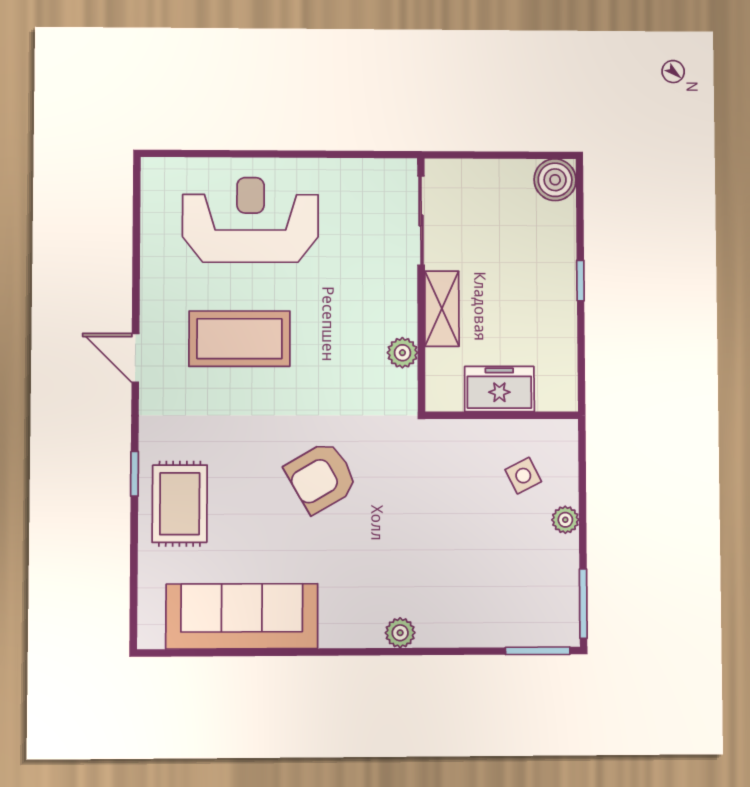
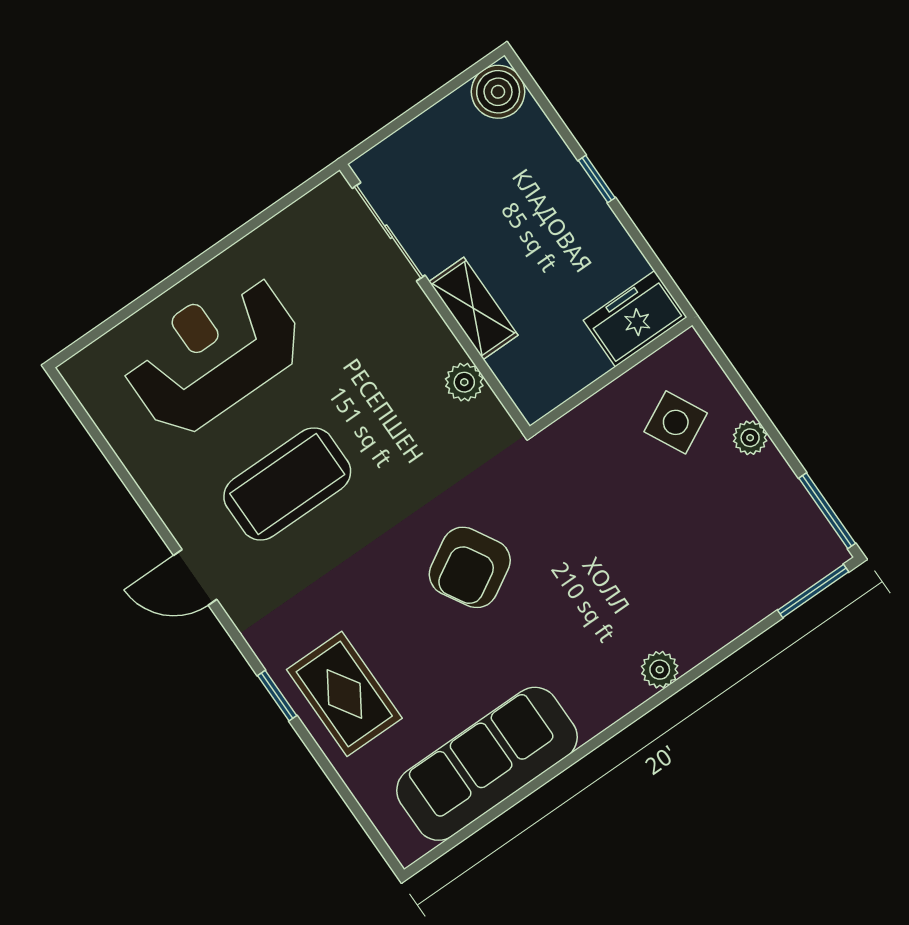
freezer: (499, 389) -> (635, 319), moved
side table: (523, 476) -> (676, 422), width x1.37, depth x1.37

